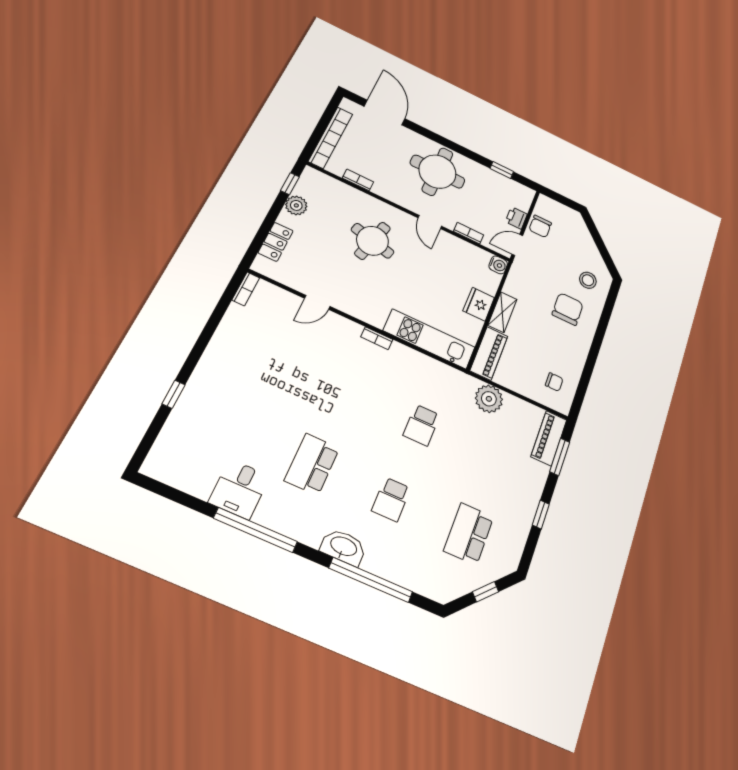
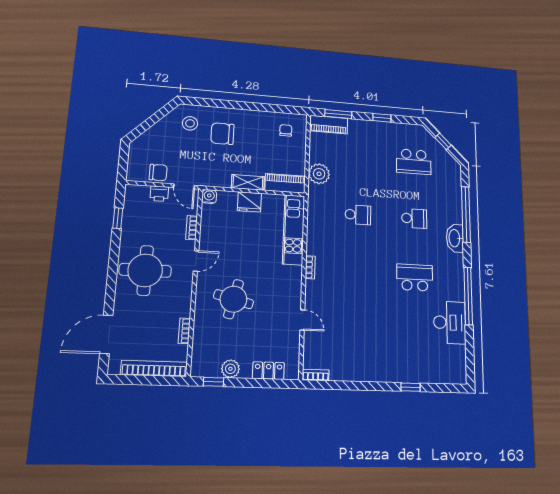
school desk: (312, 464) -> (415, 278), turned 180
desk: (239, 489) -> (450, 323), width x1.37

